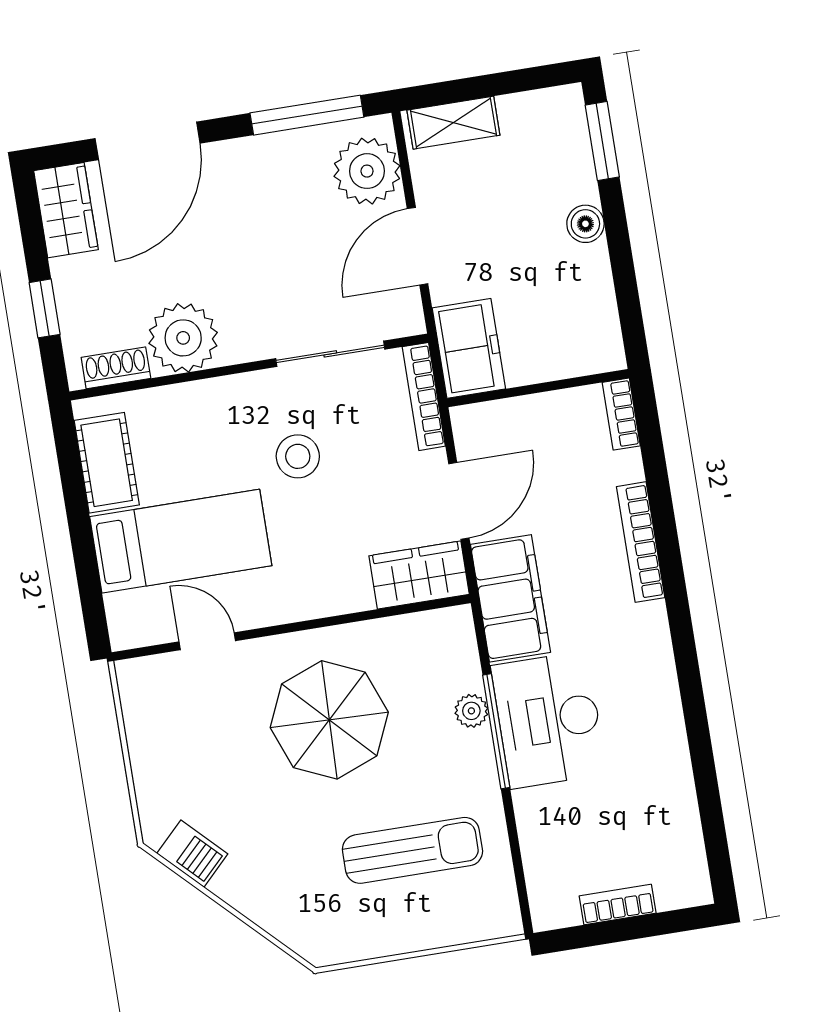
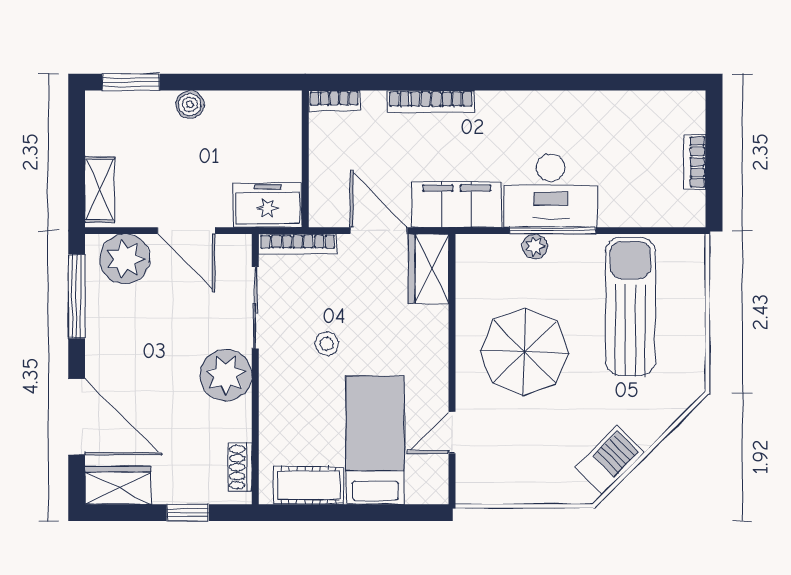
plant: (183, 338) -> (226, 375), moved
stool: (298, 456) -> (327, 344), width x0.73, depth x0.73
sun lounger: (412, 850) -> (630, 306), width x1.36, depth x1.34
barbecue: (192, 854) -> (609, 460), width x1.38, depth x1.27

